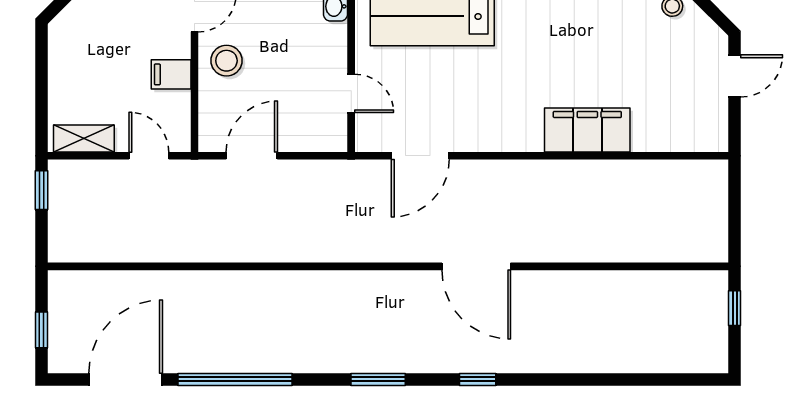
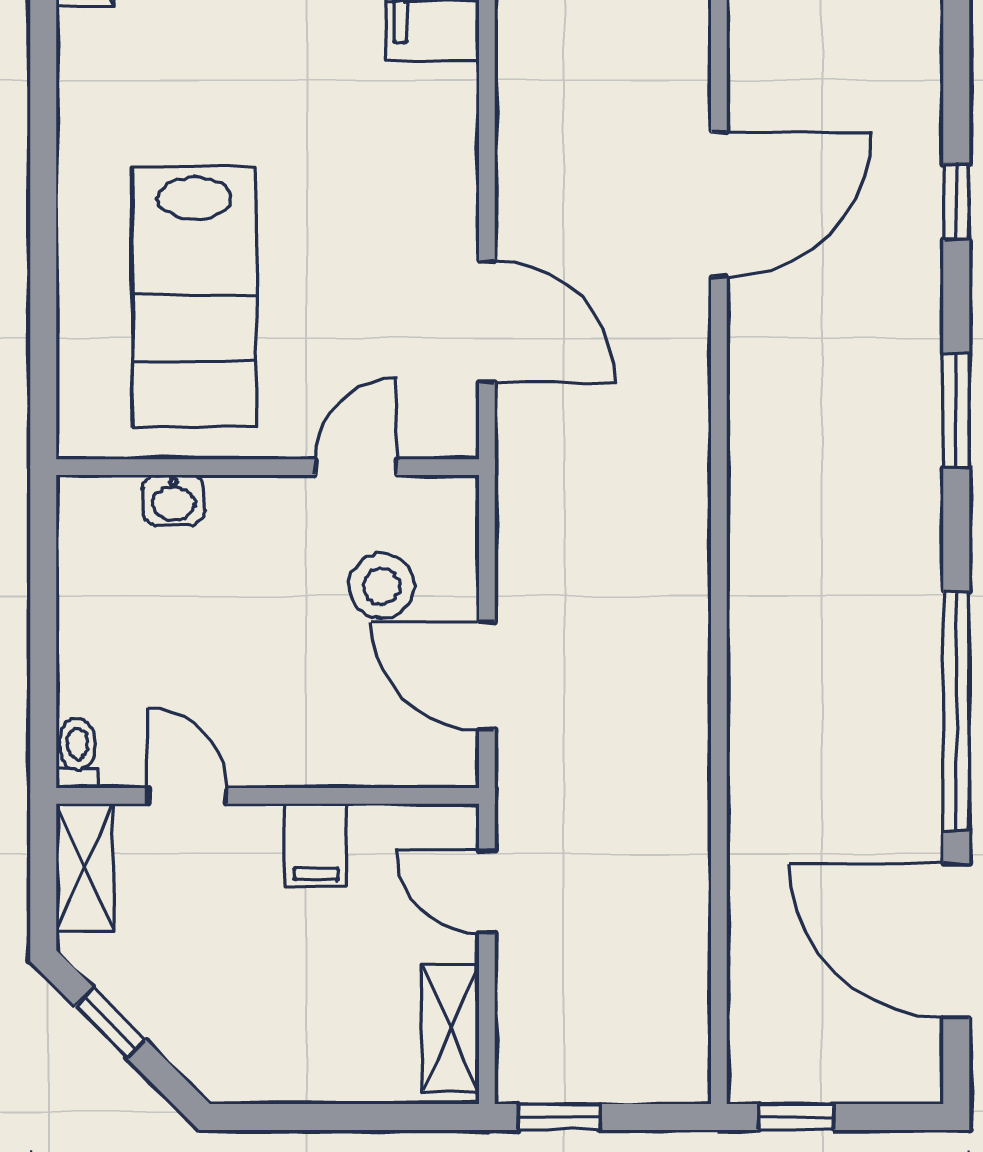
stool: (226, 61) -> (382, 586), moved
door: (149, 156) -> (487, 892), hinge flipped
window: (41, 330) -> (796, 1117), moved

